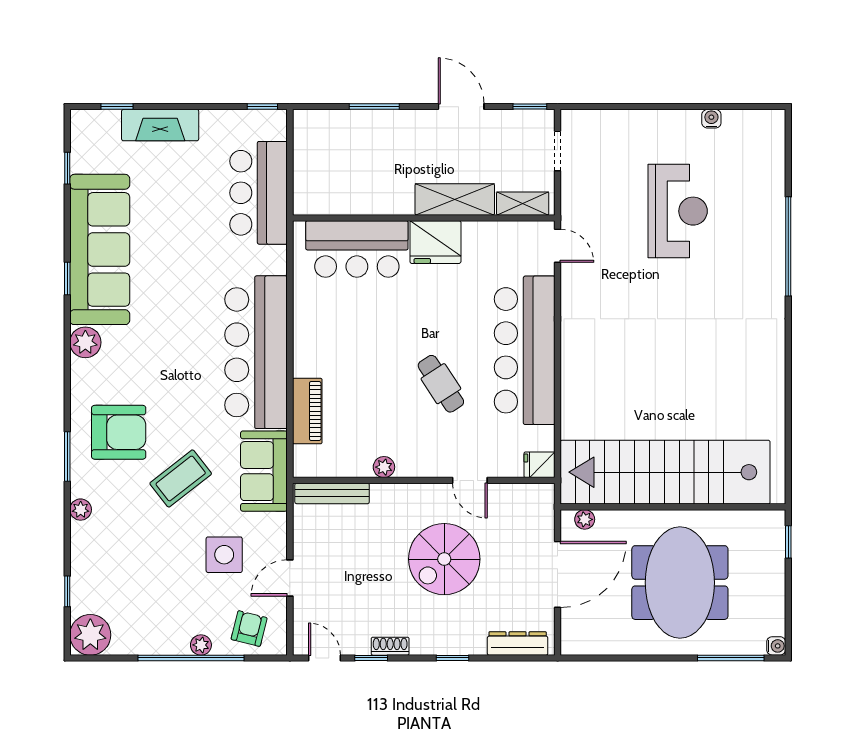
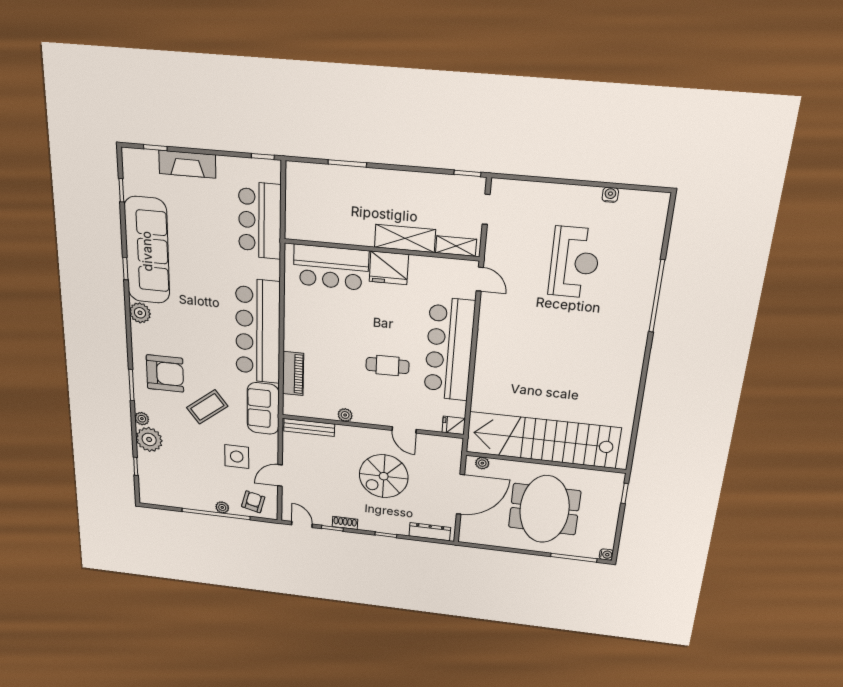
door: (461, 107) -> (414, 169), removed
cafe table: (441, 384) -> (387, 366), turned -58
plant: (90, 635) -> (149, 439), moved

